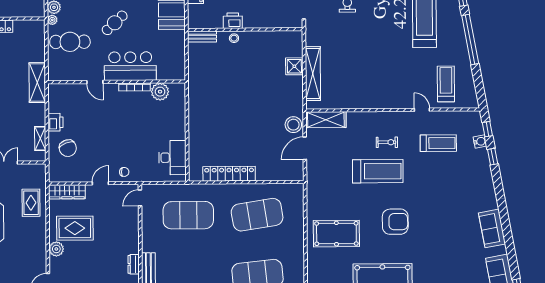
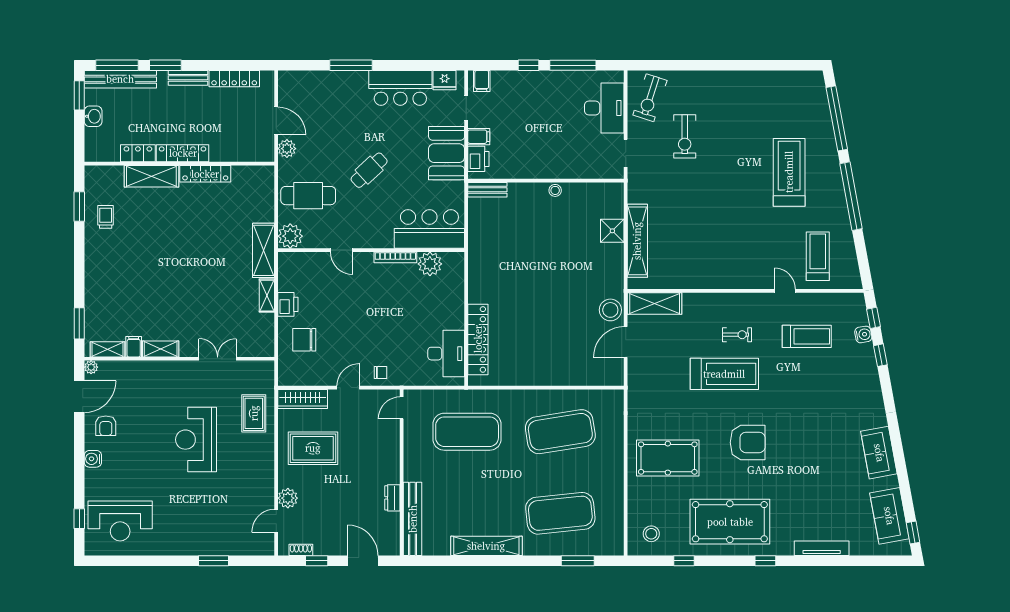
plant: (52, 20) -> (290, 236), moved, width x1.88, depth x1.88
printer: (233, 21) -> (478, 159), moved, turned 90
stool: (234, 38) -> (555, 190), moved
bar counter: (130, 66) -> (429, 229), moved
shelving: (40, 138) -> (267, 296), moved
chair: (68, 148) -> (304, 340), turned 111
locker: (229, 174) -> (478, 339), moved, turned 90
plant: (56, 249) -> (288, 498), moved

